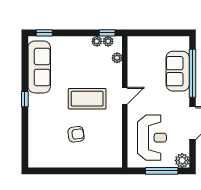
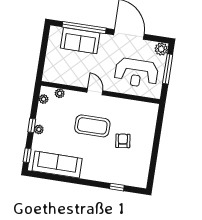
window: (107, 33) -> (32, 125), moved
plant: (97, 41) -> (39, 129), moved
window: (25, 99) -> (117, 187), moved
coffee table: (87, 99) -> (92, 126), turned 90
reception desk: (152, 138) -> (136, 73), turned 180

